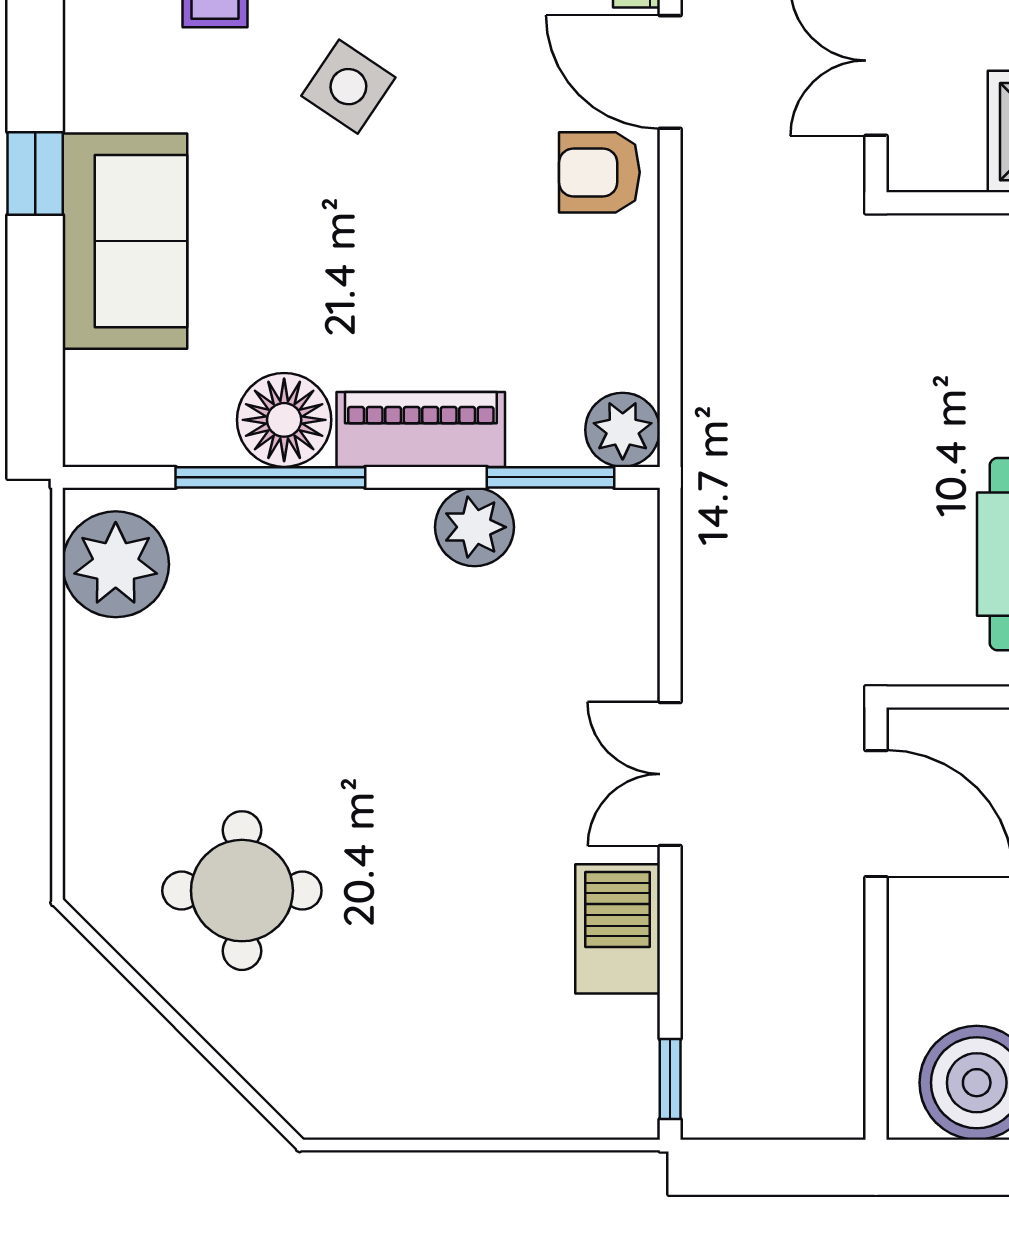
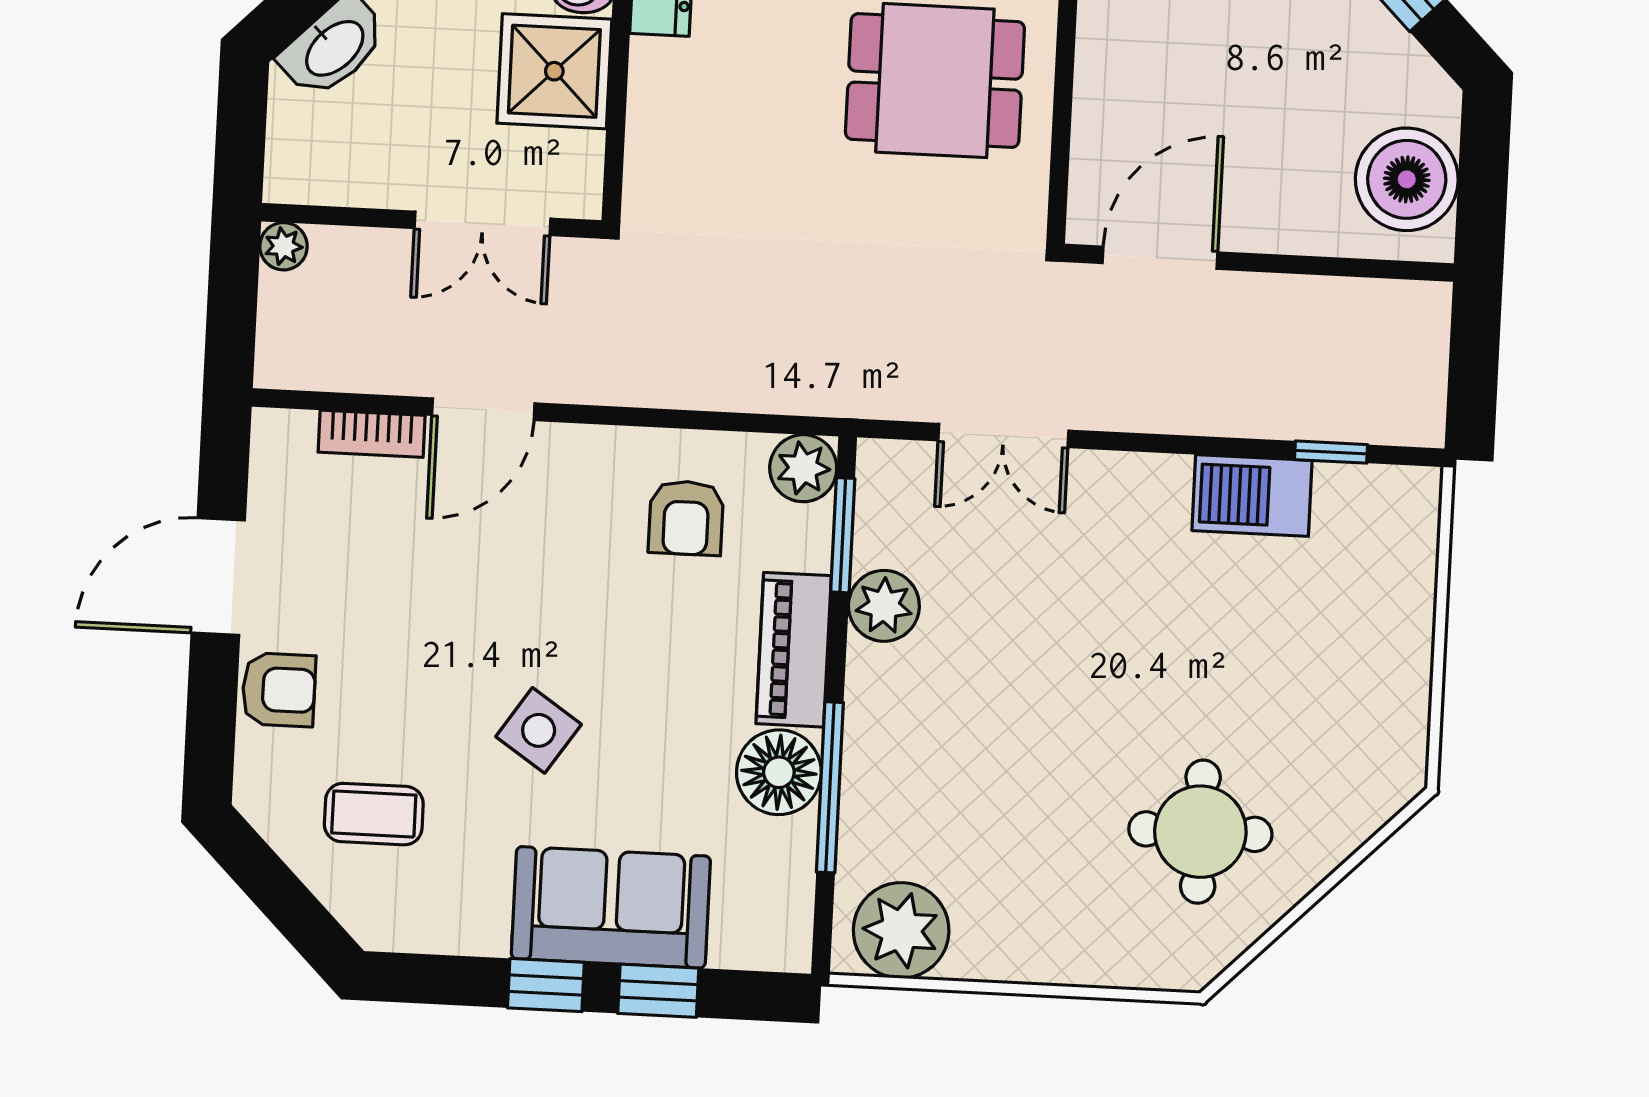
side table: (348, 87) -> (539, 730), moved
armchair: (599, 172) -> (686, 518), moved
window: (35, 298) -> (658, 991), added
double door: (670, 774) -> (1003, 435), moved
window: (670, 1079) -> (1331, 452), moved

